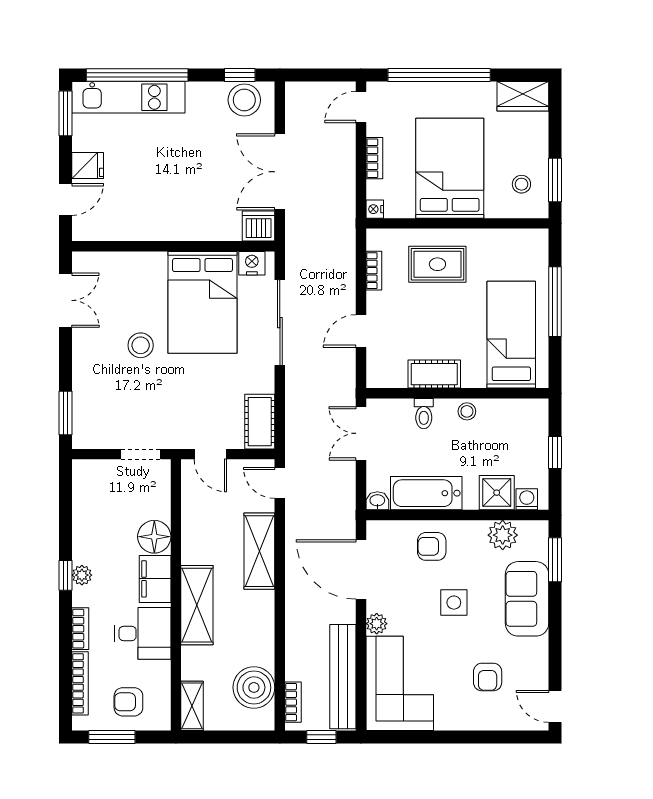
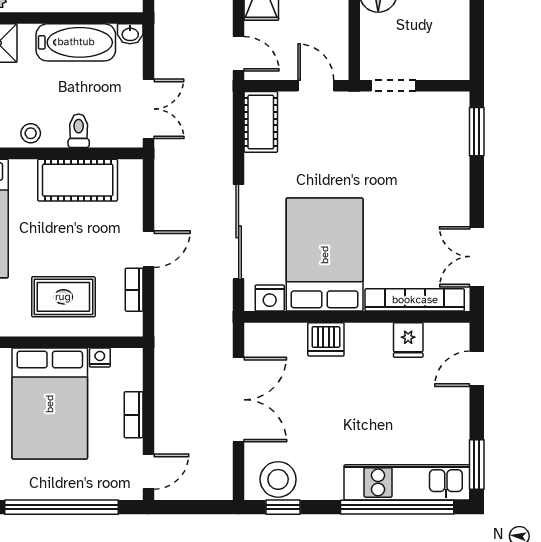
fridge: (88, 165) -> (408, 340), moved, turned -90
nightstand: (375, 209) -> (100, 358), moved, turned -90
dishwasher: (259, 226) -> (326, 339), moved
bookcase: (121, 261) -> (415, 300), added
door: (361, 331) -> (148, 249), moved
stool: (141, 345) -> (393, 207), removed
cot: (434, 374) -> (78, 180), width x1.37, depth x1.34

